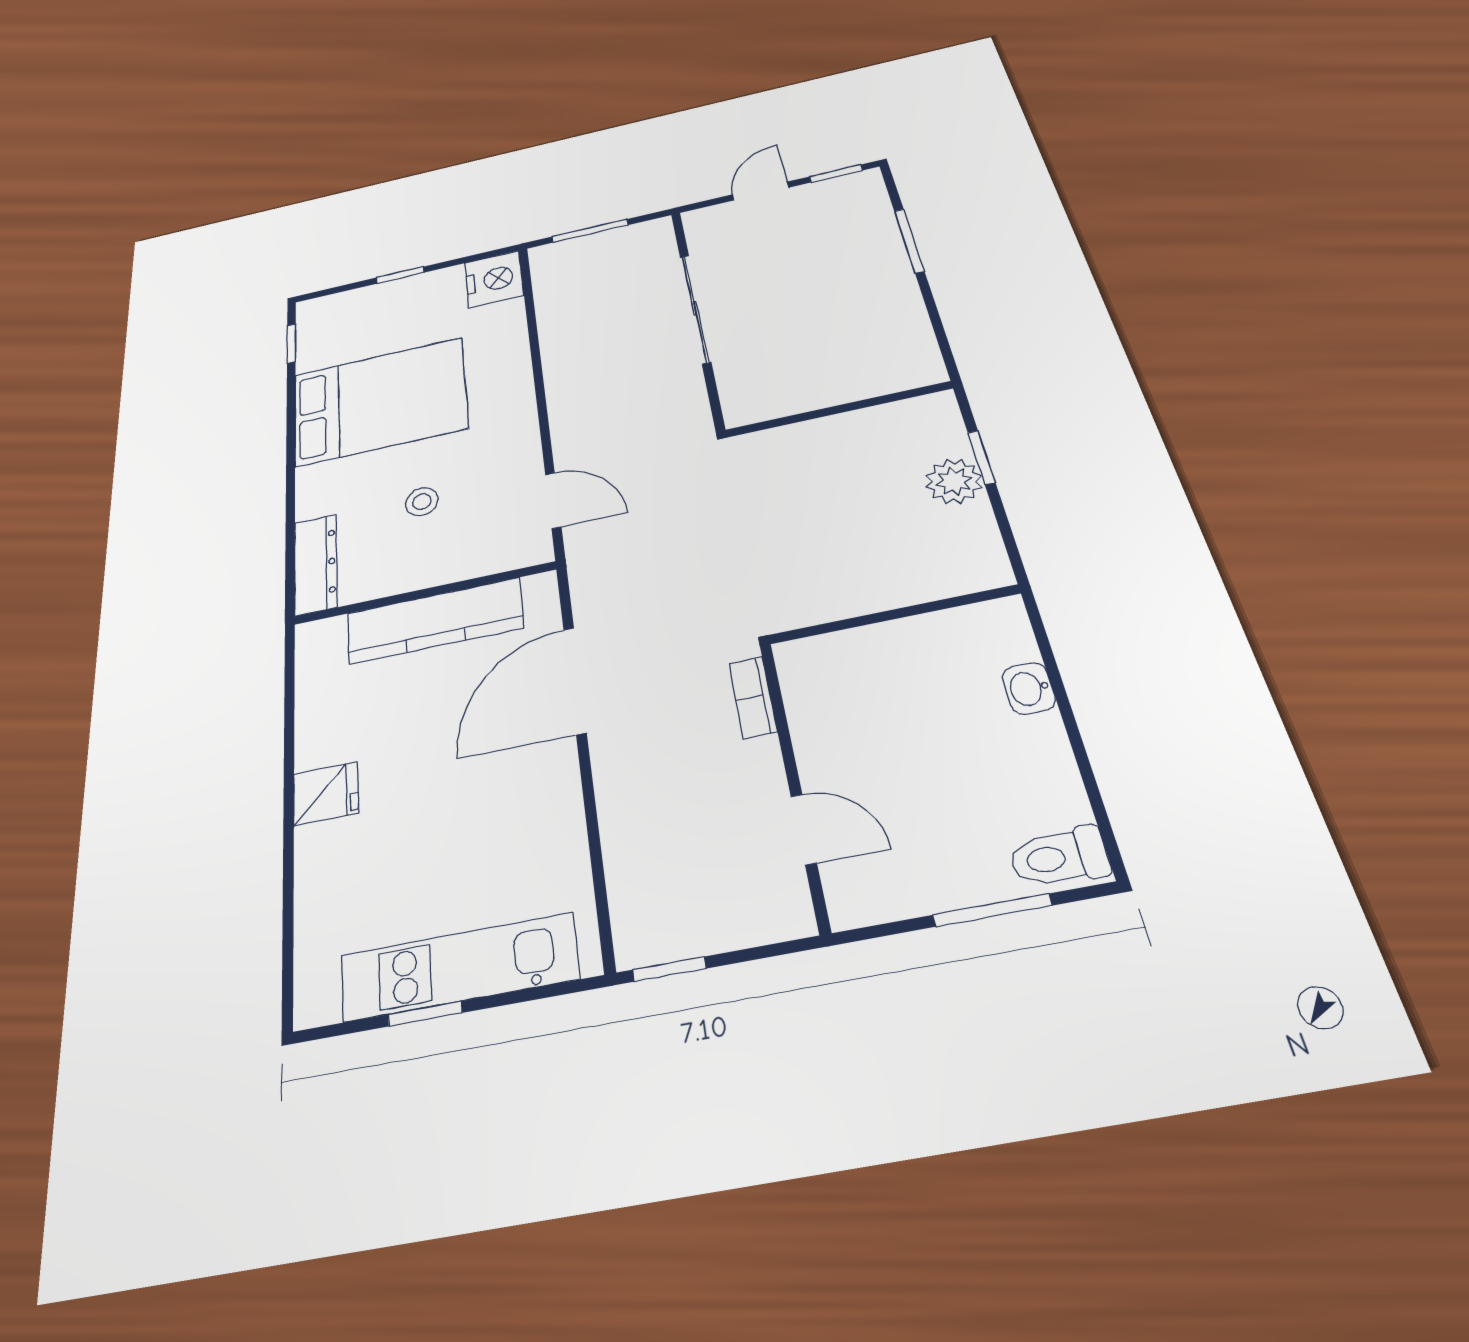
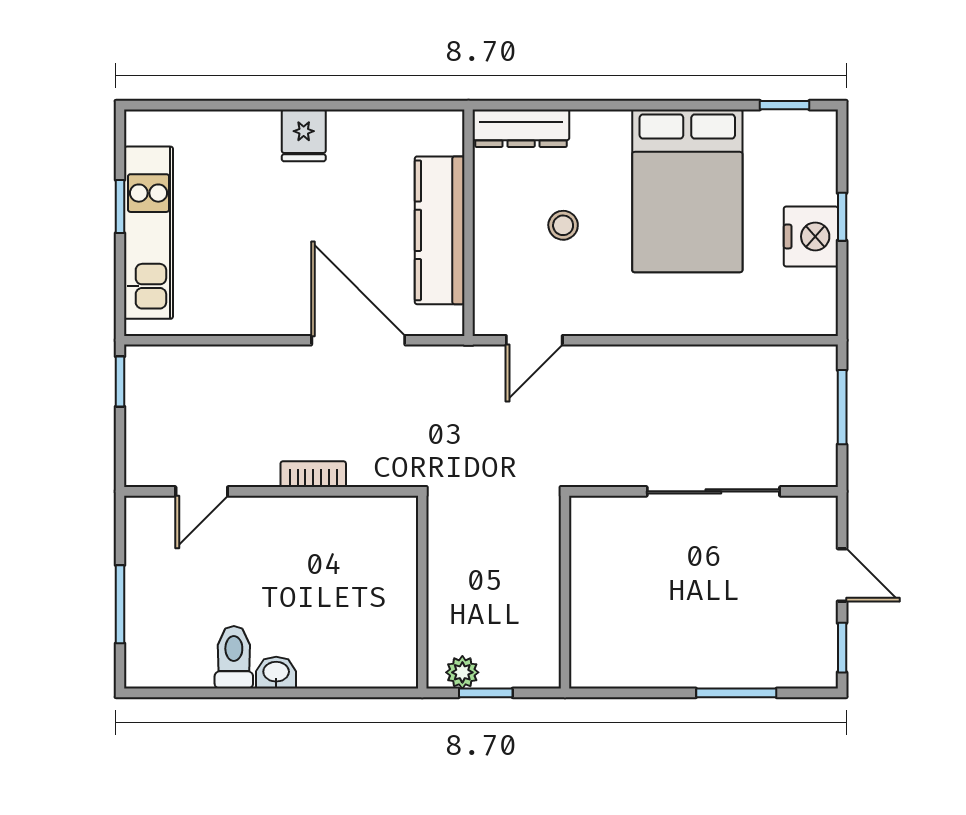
nightstand: (494, 279) -> (811, 236), moved, turned -90
plant: (954, 481) -> (462, 672), width x0.73, depth x0.73
wall: (894, 614) -> (422, 592), moved
toilet: (1059, 857) -> (234, 657), moved

